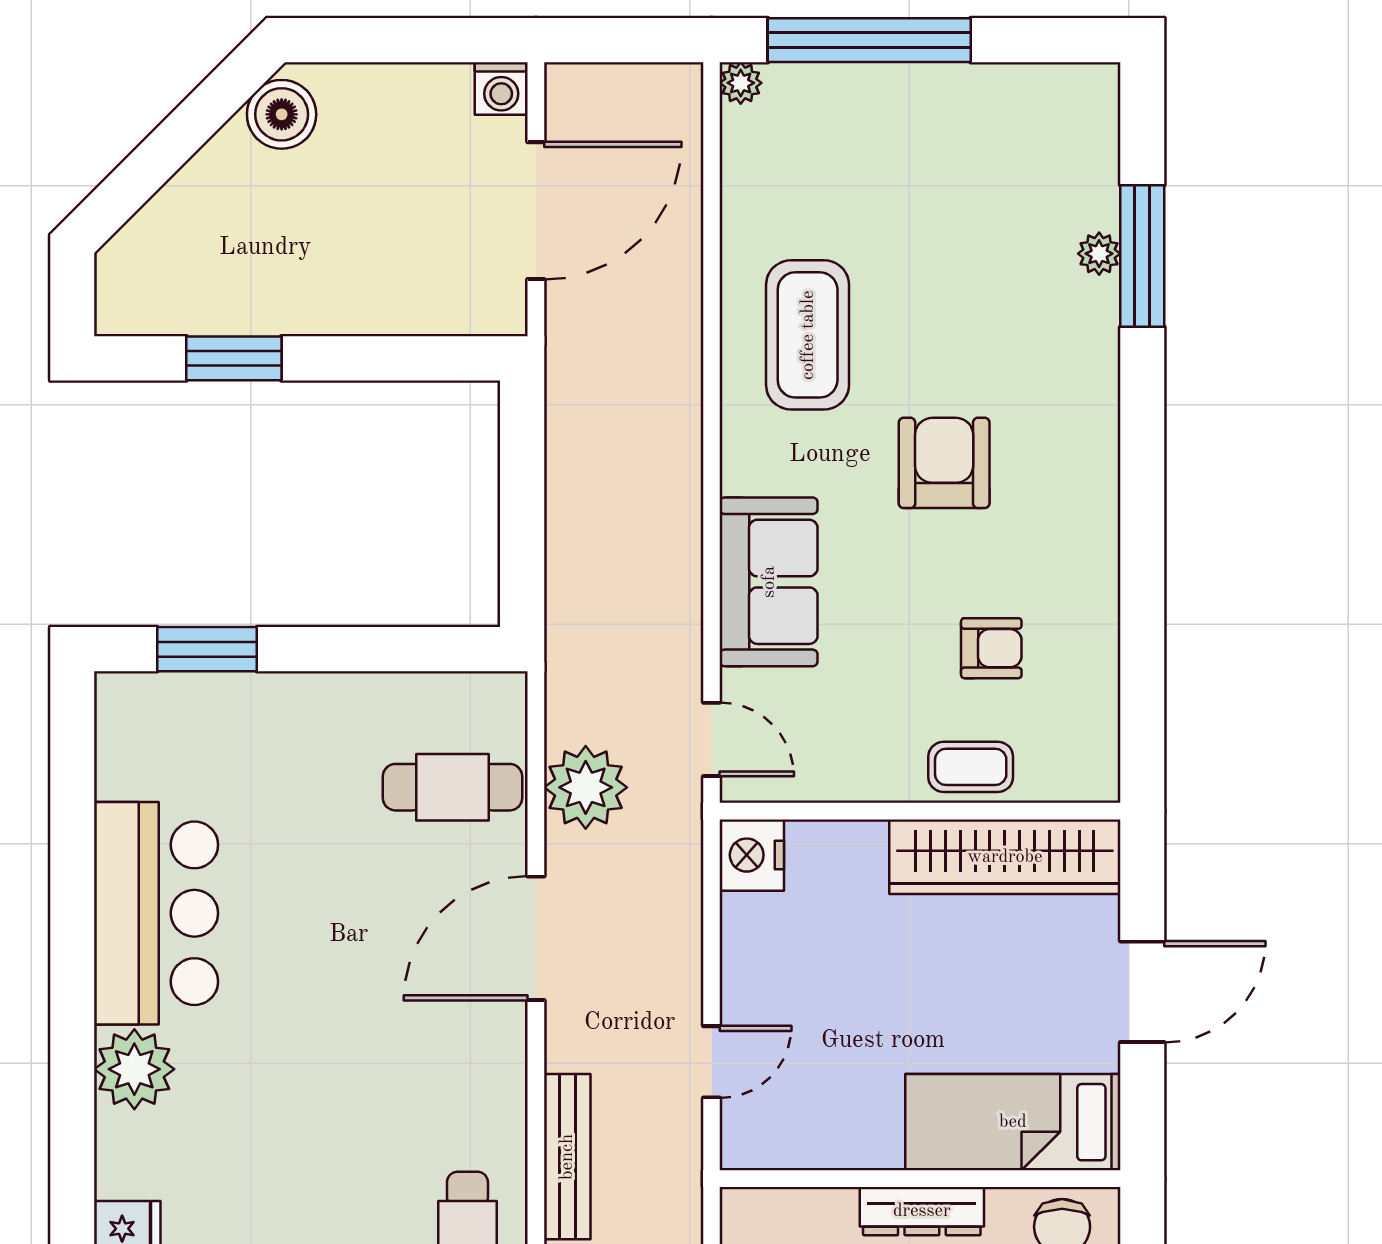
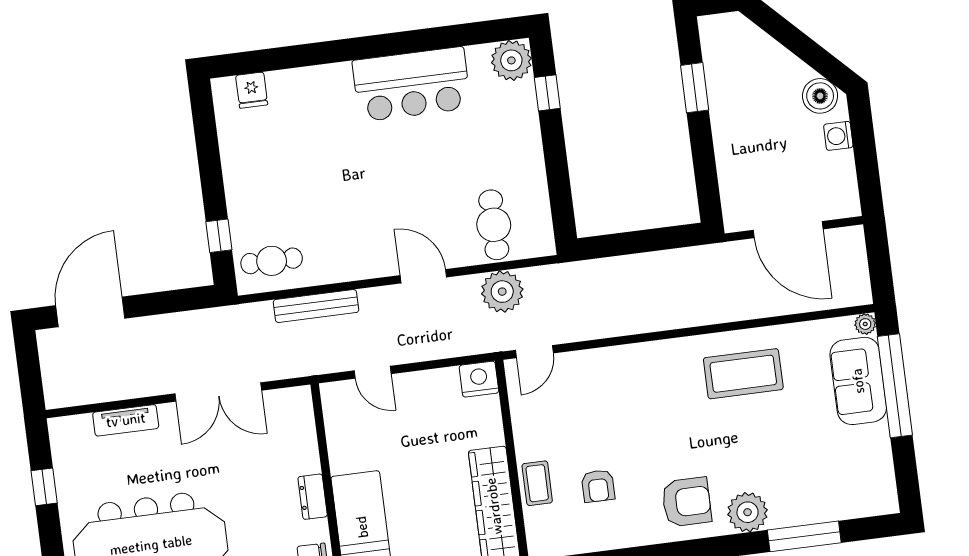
washing machine: (501, 88) -> (838, 136), moved
plant: (1099, 254) -> (748, 512), moved, width x1.88, depth x1.88
armchair: (944, 463) -> (687, 502), moved
sofa: (769, 582) -> (858, 381), moved, turned 90
window: (207, 649) -> (547, 93), width x0.67
door: (536, 938) -> (423, 276), width x0.73
plant: (134, 1069) -> (511, 60), moved
dresser: (922, 1211) -> (313, 497), width x0.70

